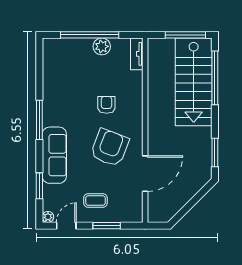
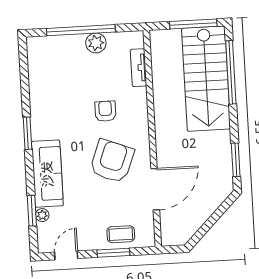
tv unit: (137, 54) -> (139, 68), moved
window: (39, 120) -> (28, 133), width x0.69
coffee table: (95, 200) -> (121, 234), moved
plant: (48, 217) -> (42, 215), moved

